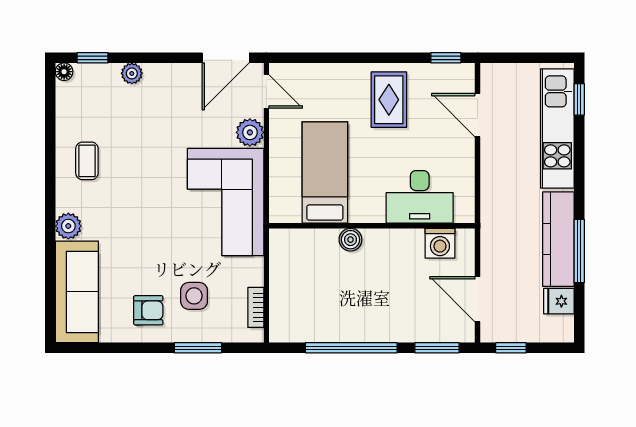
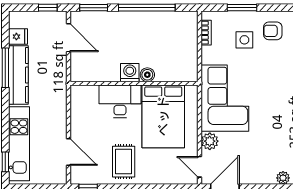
bed: (325, 172) -> (163, 116), width x1.50
desk: (420, 197) -> (120, 101), moved
washing machine: (440, 243) -> (130, 73), moved

